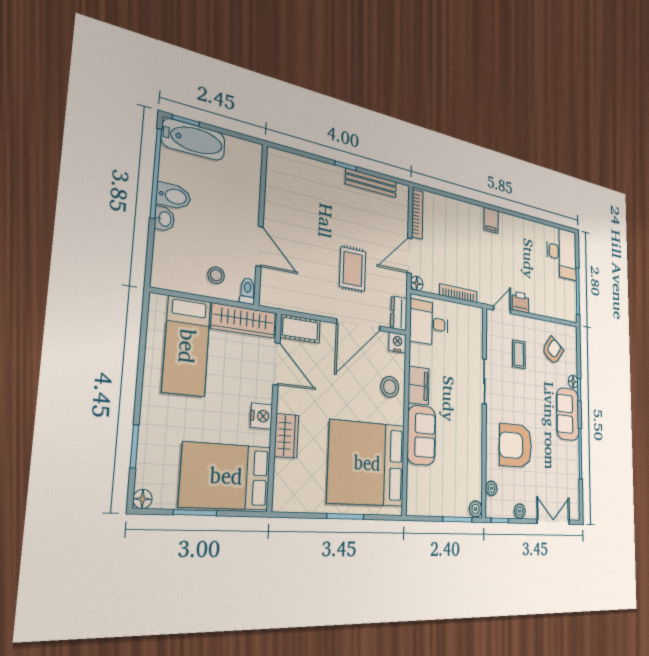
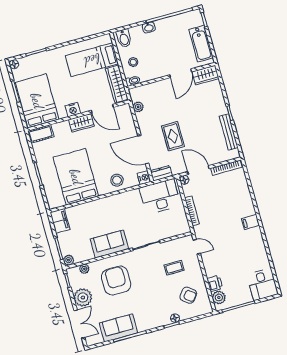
bathtub: (194, 140) -> (201, 44), moved
wardrobe: (278, 170) -> (205, 75), added
bidet: (174, 196) -> (124, 38), moved
door: (260, 246) -> (181, 73), moved
desk: (562, 253) -> (263, 284), width x0.73
rug: (353, 269) -> (173, 136), turned 90
plant: (292, 302) -> (138, 107), added
printer: (520, 302) -> (215, 283), moved
plant: (564, 311) -> (219, 298), added
desk: (429, 323) -> (160, 197), width x1.37
cot: (300, 329) -> (41, 134), moved, turned 90
door: (277, 364) -> (102, 109), hinge flipped
filing cabinet: (419, 386) -> (60, 221), moved, turned -90
sofa: (568, 414) -> (118, 328), moved
sofa: (421, 435) -> (109, 244), moved, turned 180
wardrobe: (286, 436) -> (81, 123), moved
bed: (367, 463) -> (76, 177), width x0.73
plant: (520, 511) -> (83, 298), width x1.88, depth x1.88

